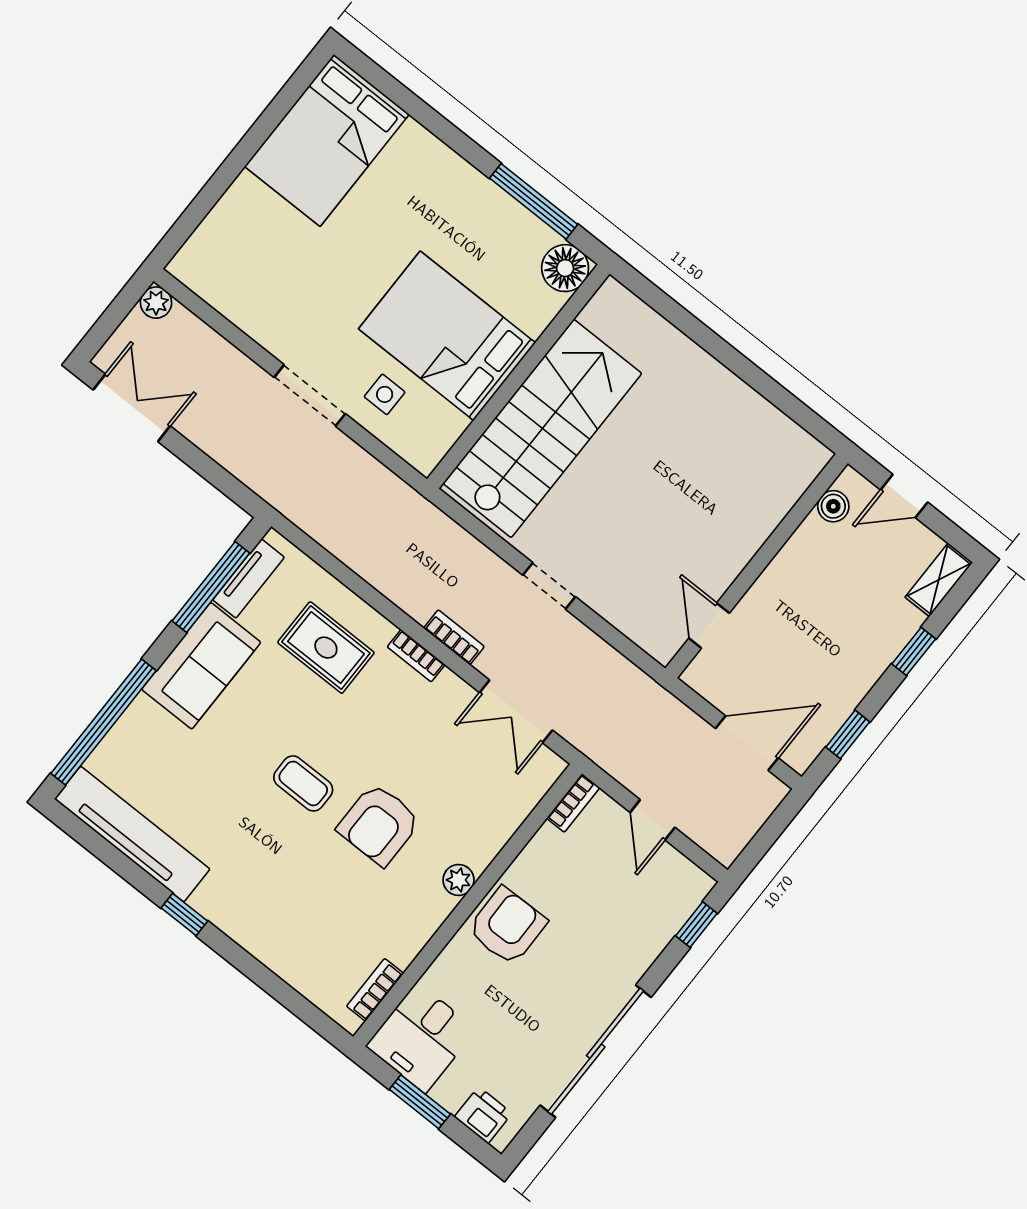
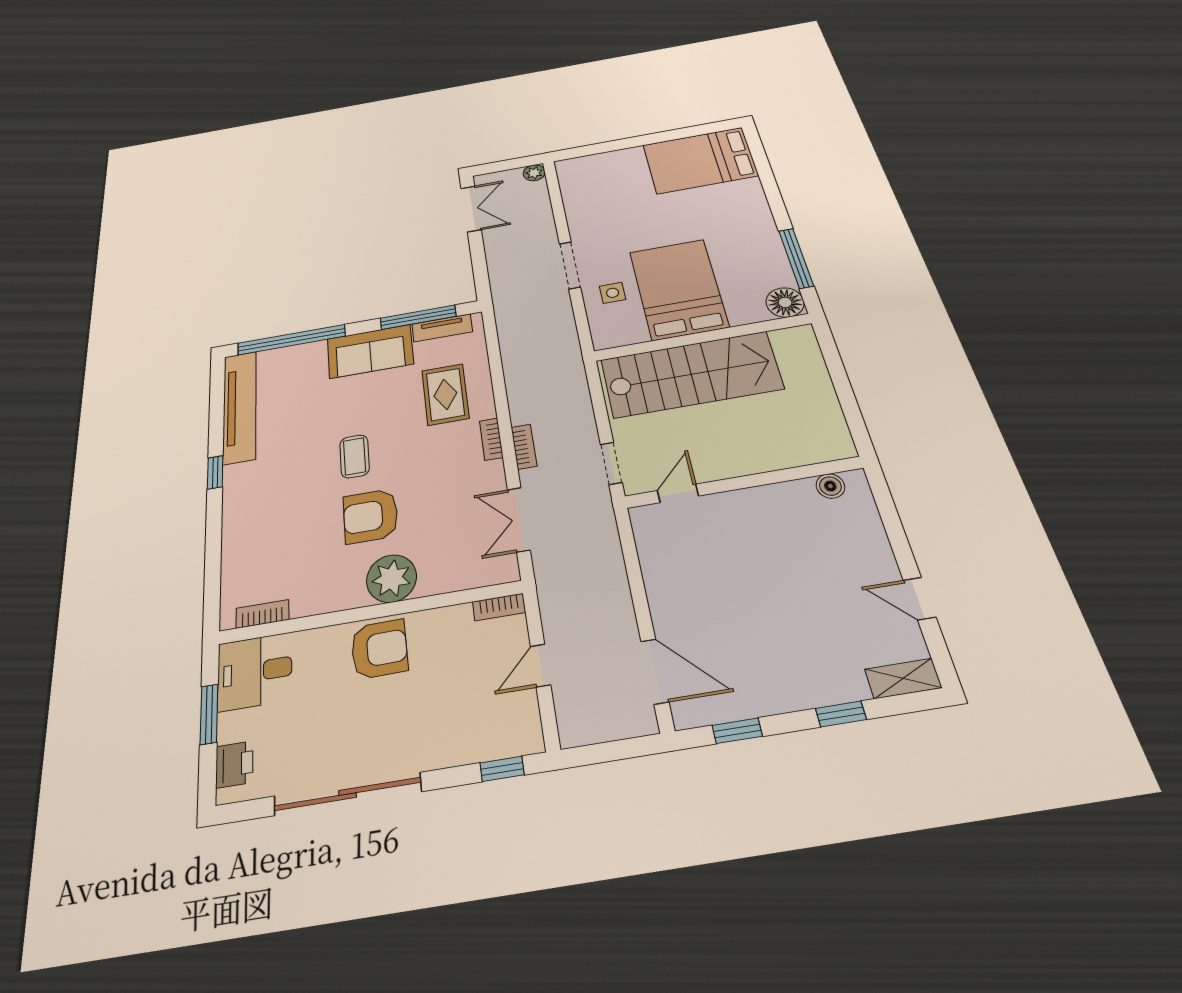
boiler: (833, 506) -> (830, 486), moved
wall: (756, 566) -> (743, 482), moved
door: (709, 626) -> (678, 493), moved
plant: (458, 880) -> (391, 578), width x1.87, depth x1.87

